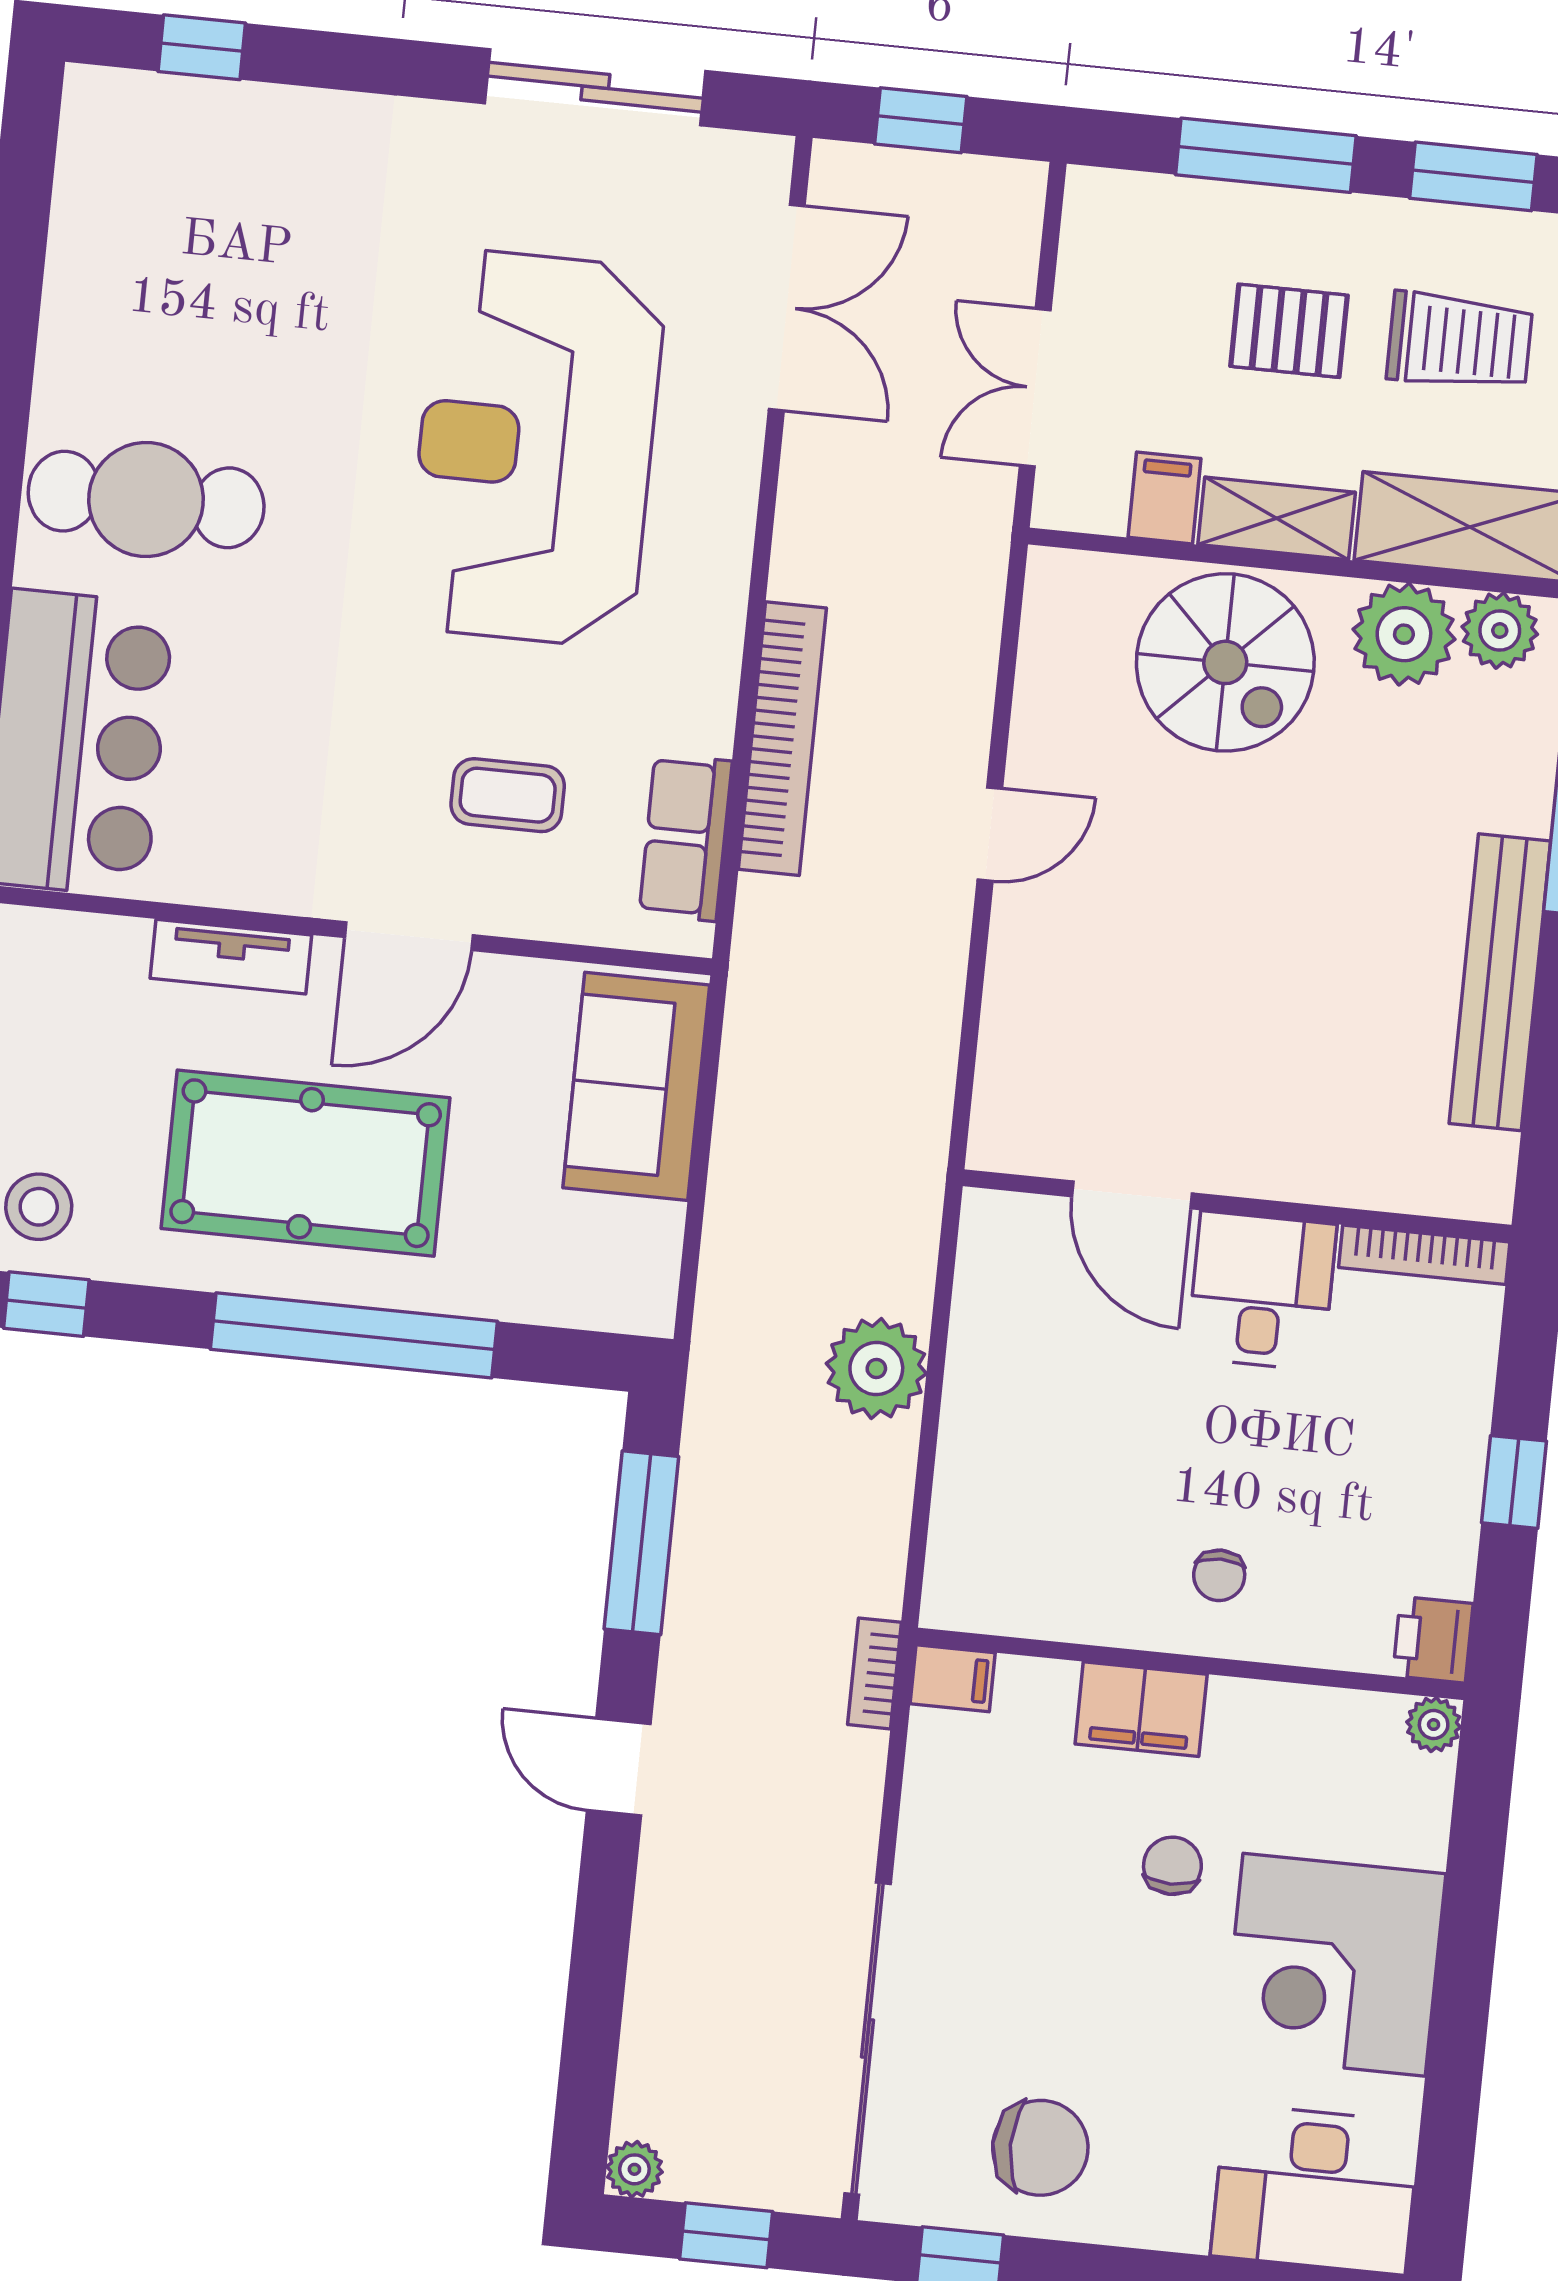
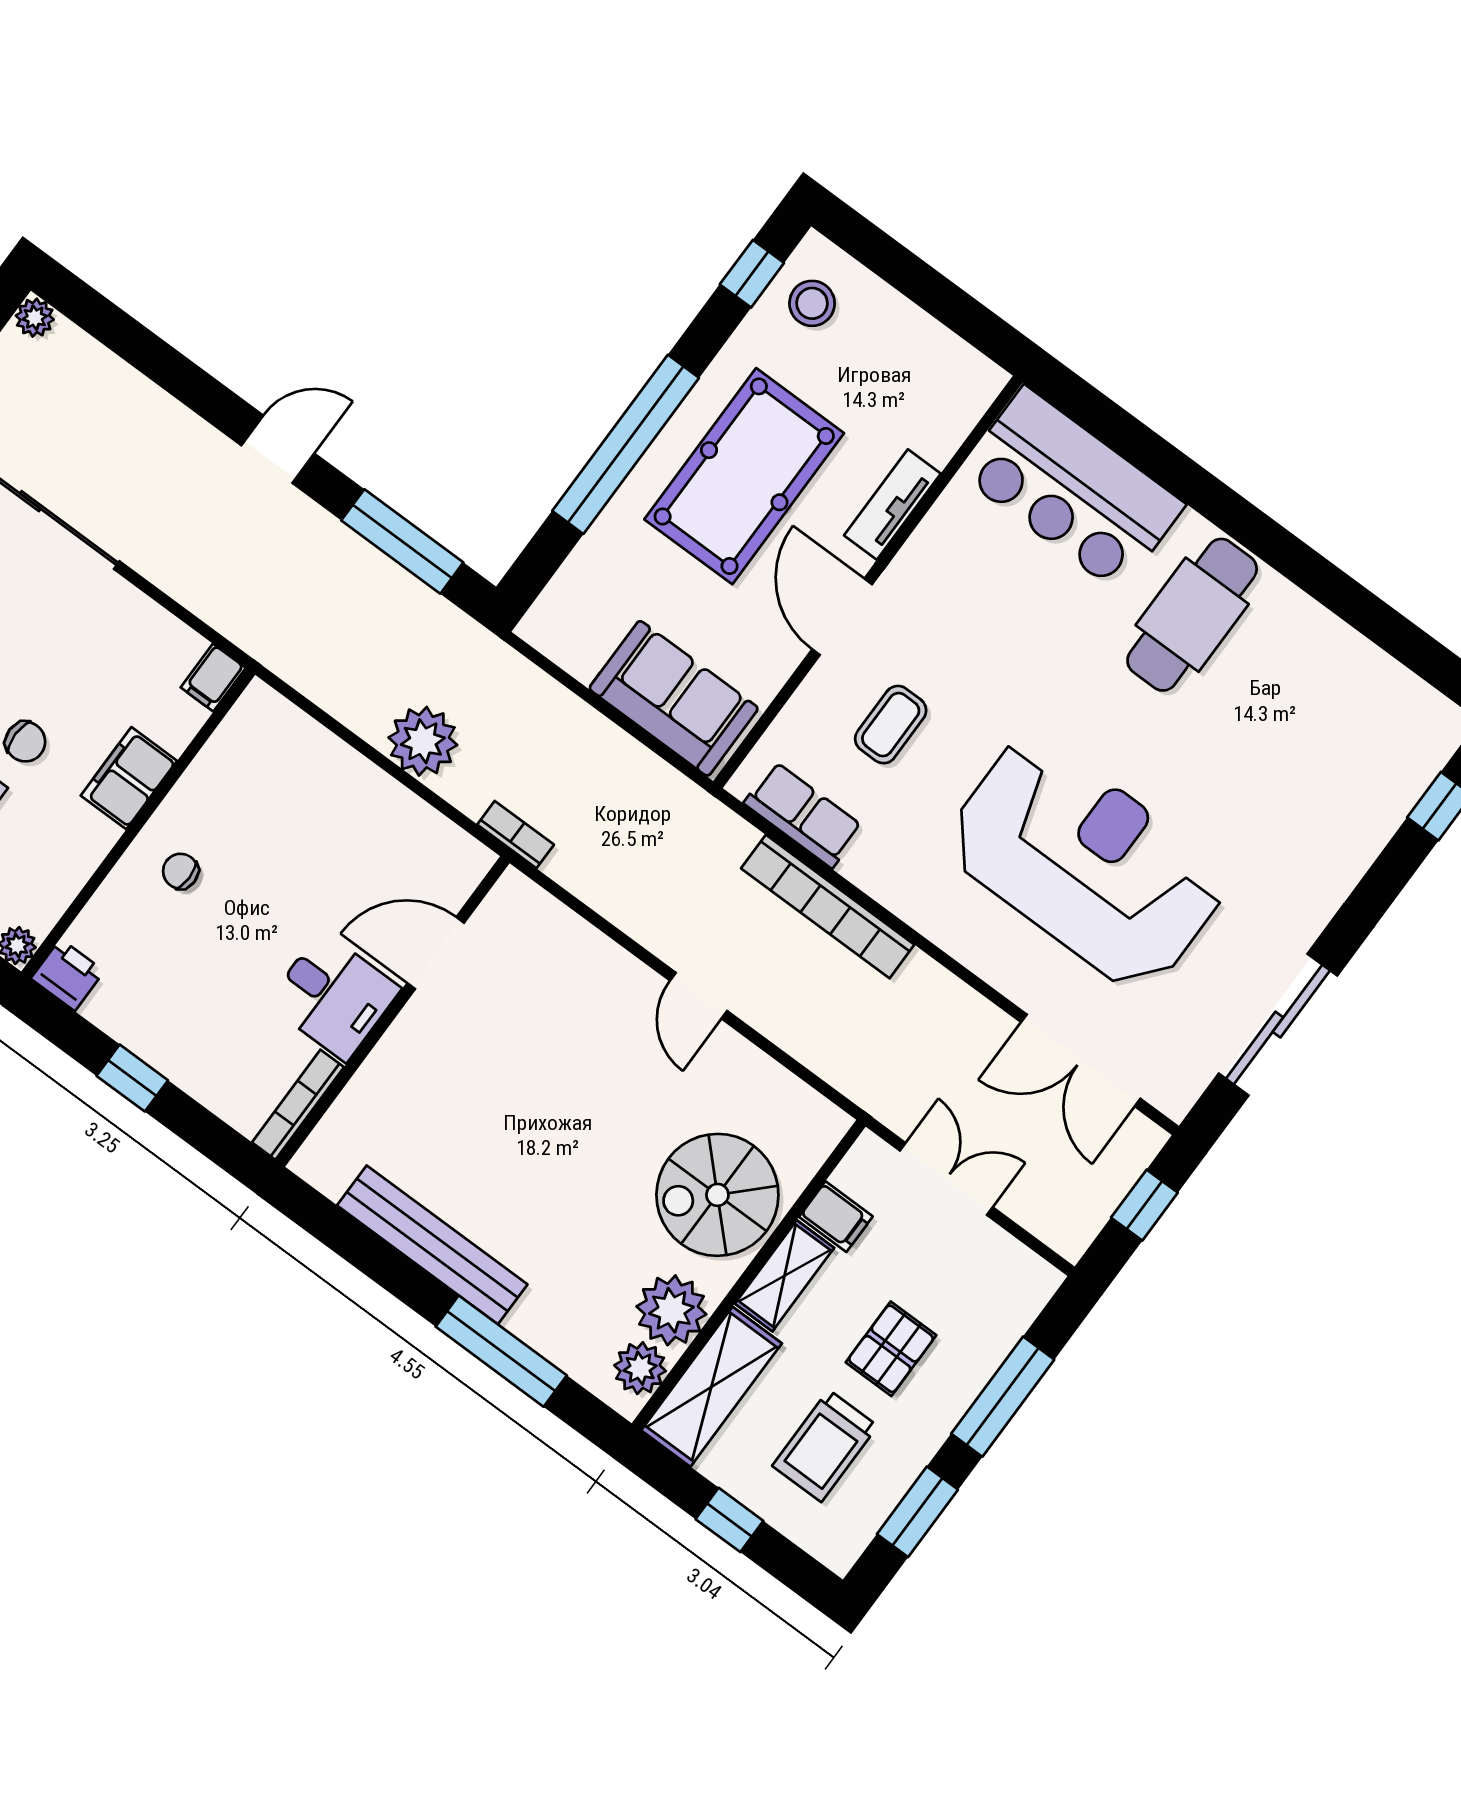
bookcase: (874, 1673) -> (516, 835), moved

